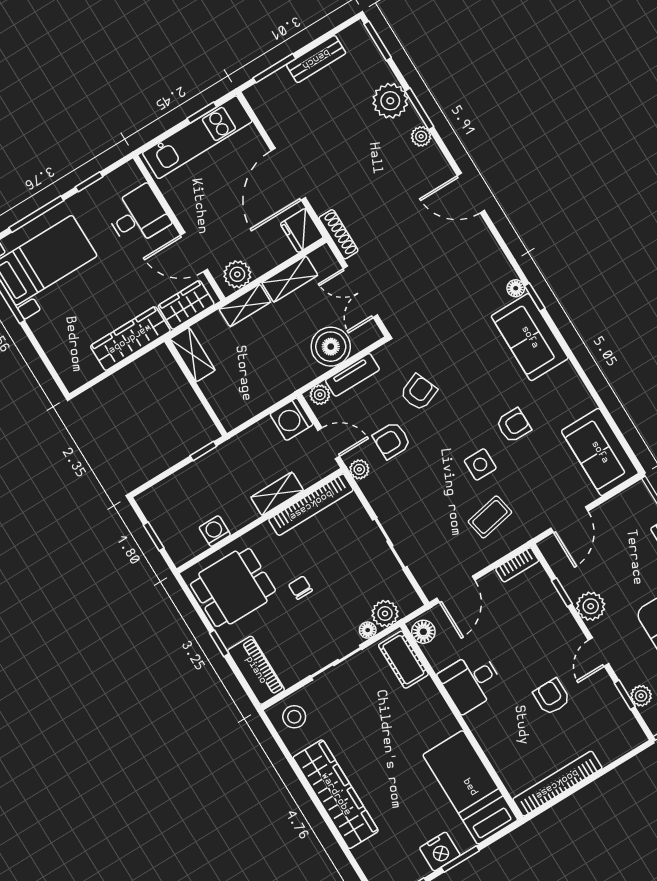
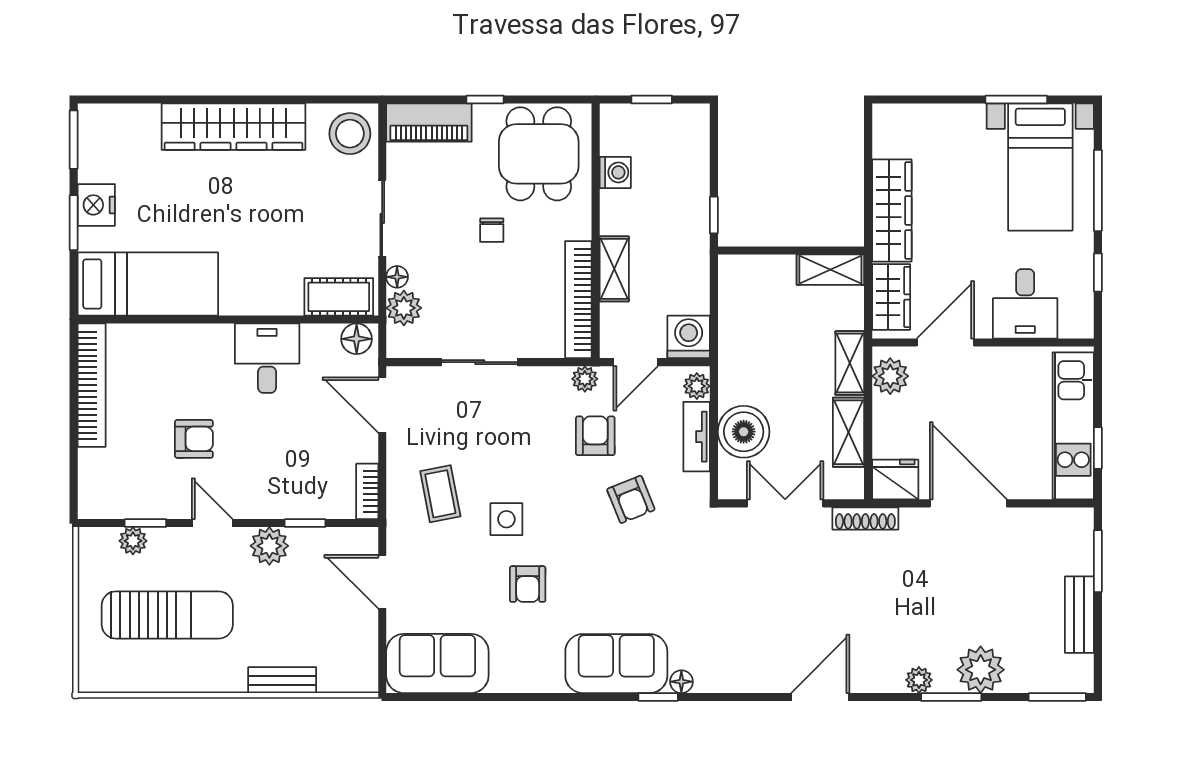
chair: (300, 588) -> (492, 230), turned 90
stool: (294, 717) -> (350, 134), width x1.38, depth x1.38

